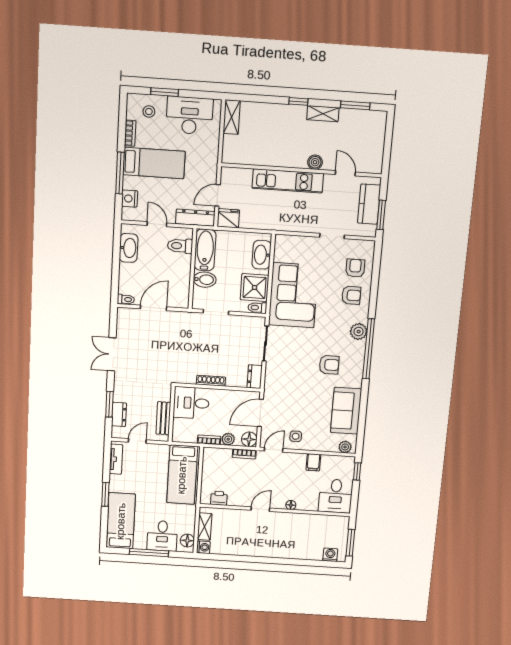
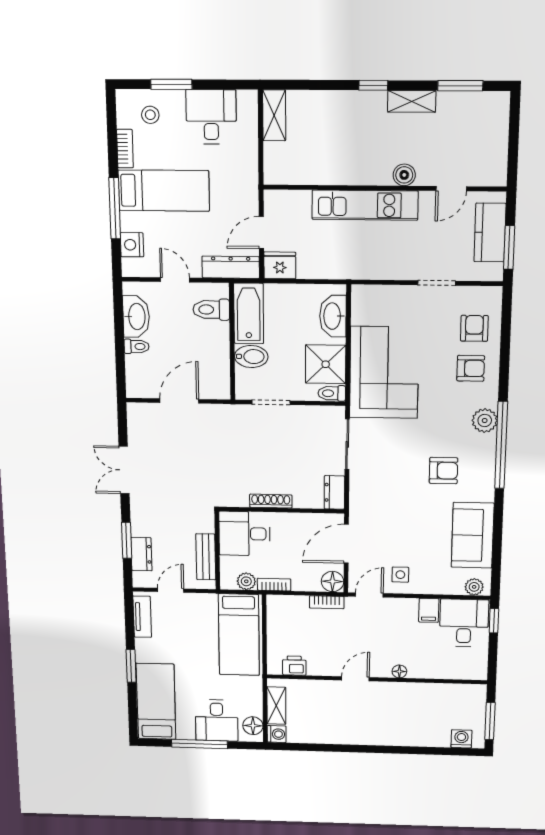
desk: (190, 115) -> (211, 117), width x0.73
door: (345, 173) -> (451, 189), swing flipped
toilet: (126, 299) -> (137, 346), moved
plant: (228, 439) -> (246, 581), moved
desk: (336, 496) -> (464, 623), moved, turned 180

